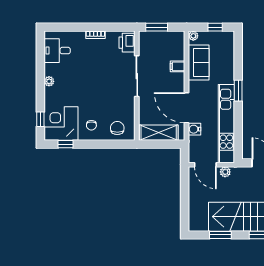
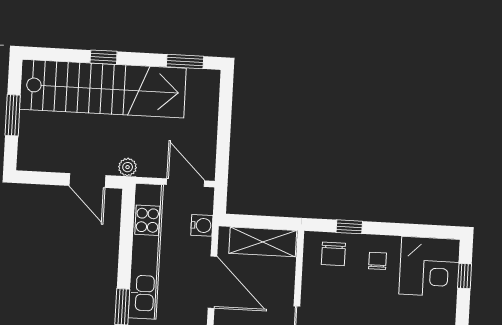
water cooler: (195, 129) -> (202, 225), moved
window: (65, 144) -> (349, 227), moved
plant: (225, 172) -> (128, 167), moved
window: (220, 235) -> (185, 62), moved

